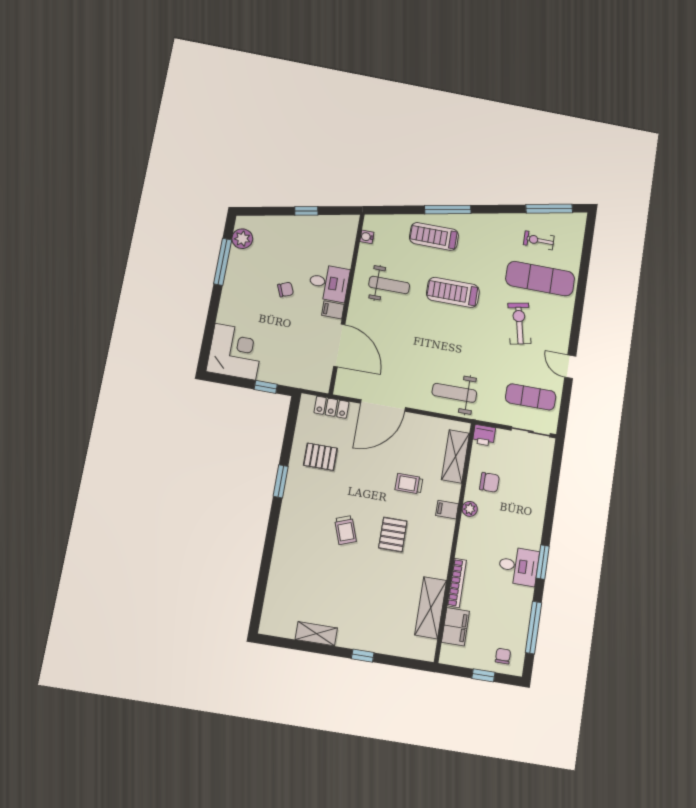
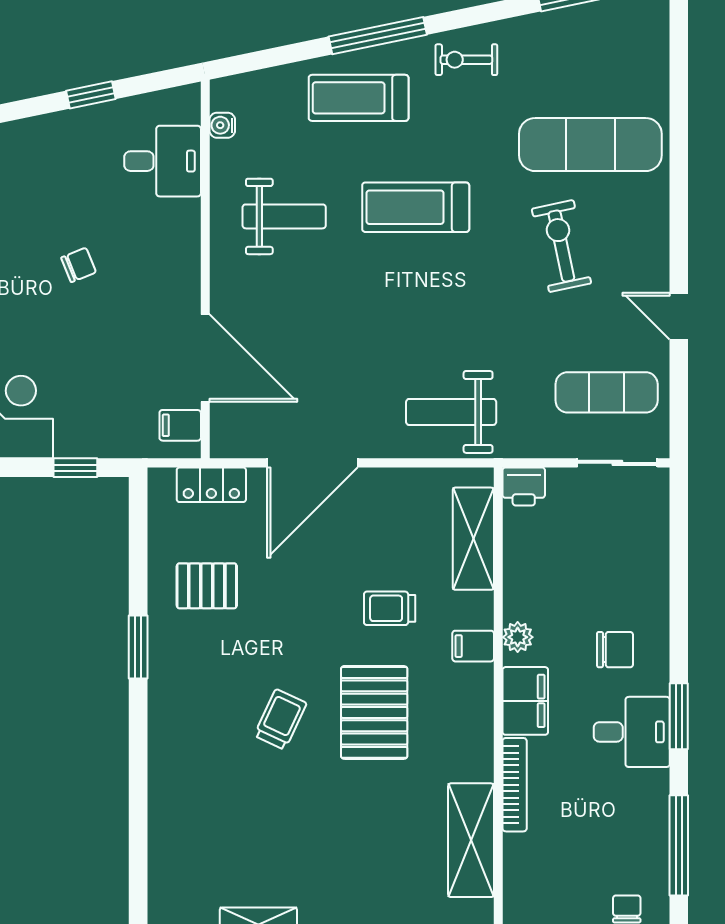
exercise bike: (539, 240) -> (466, 60), moved
desk: (329, 283) -> (163, 161), moved
filing cabinet: (333, 310) -> (180, 425), moved
chair: (489, 482) -> (615, 650), moved
trolley: (345, 530) -> (280, 719), turned -135
pallet: (393, 535) -> (374, 712), width x1.50, depth x1.42
filing cabinet: (456, 627) -> (525, 701), moved

